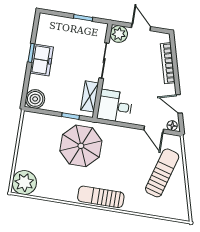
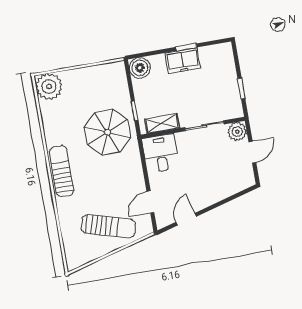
bookcase: (168, 63) -> (224, 193), removed
floor lamp: (172, 126) -> (161, 220), removed

